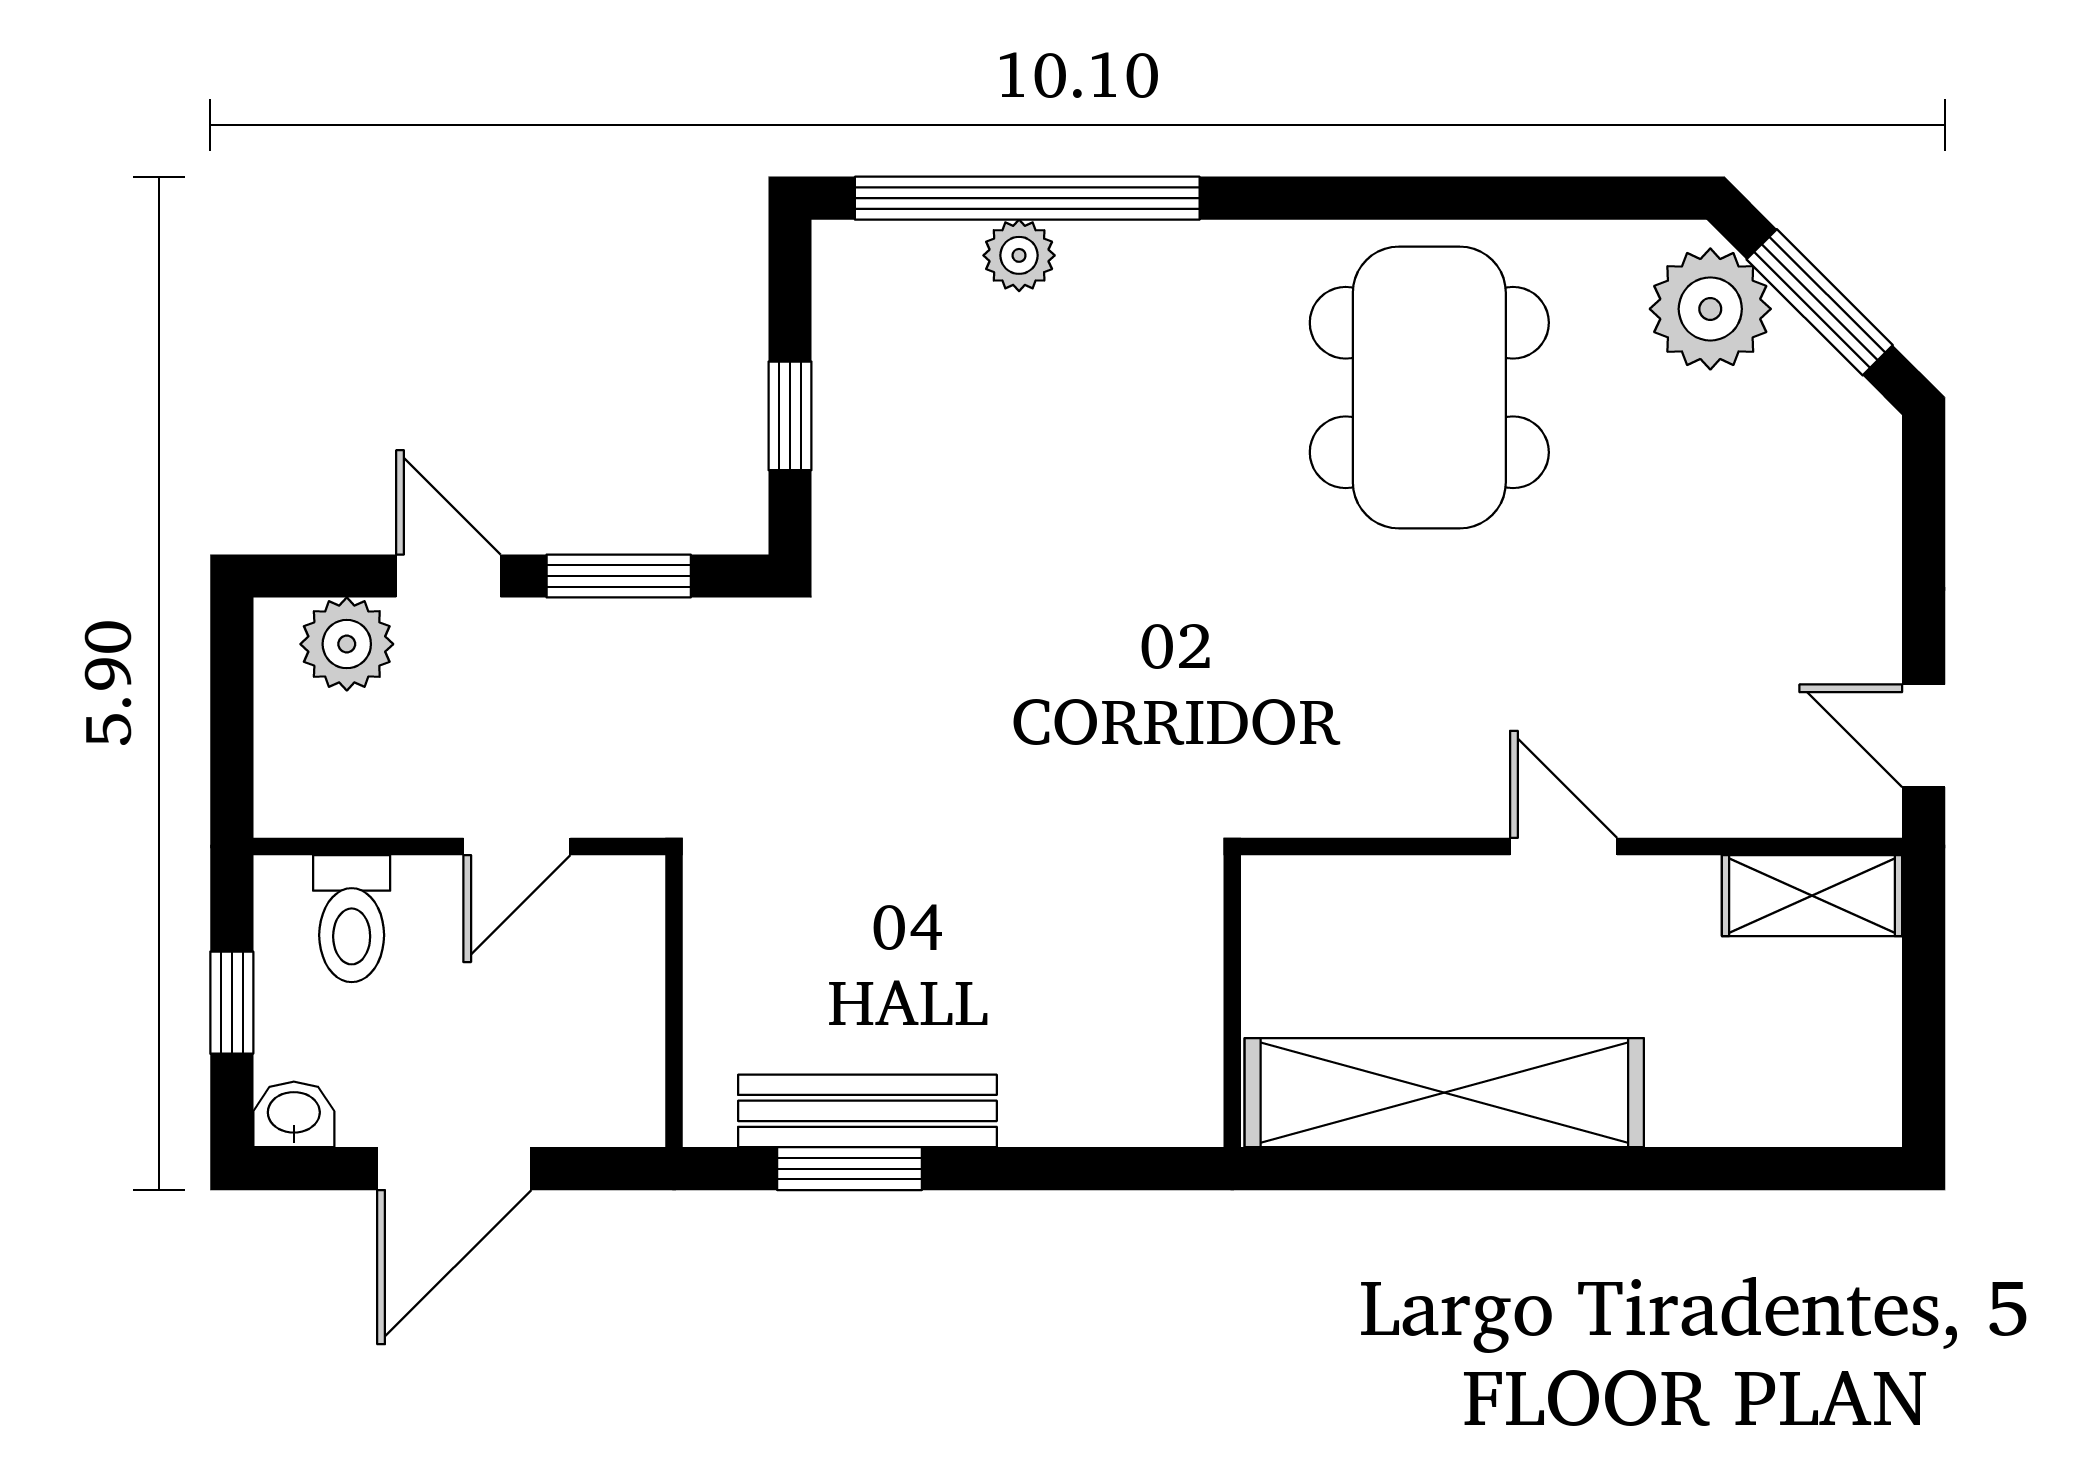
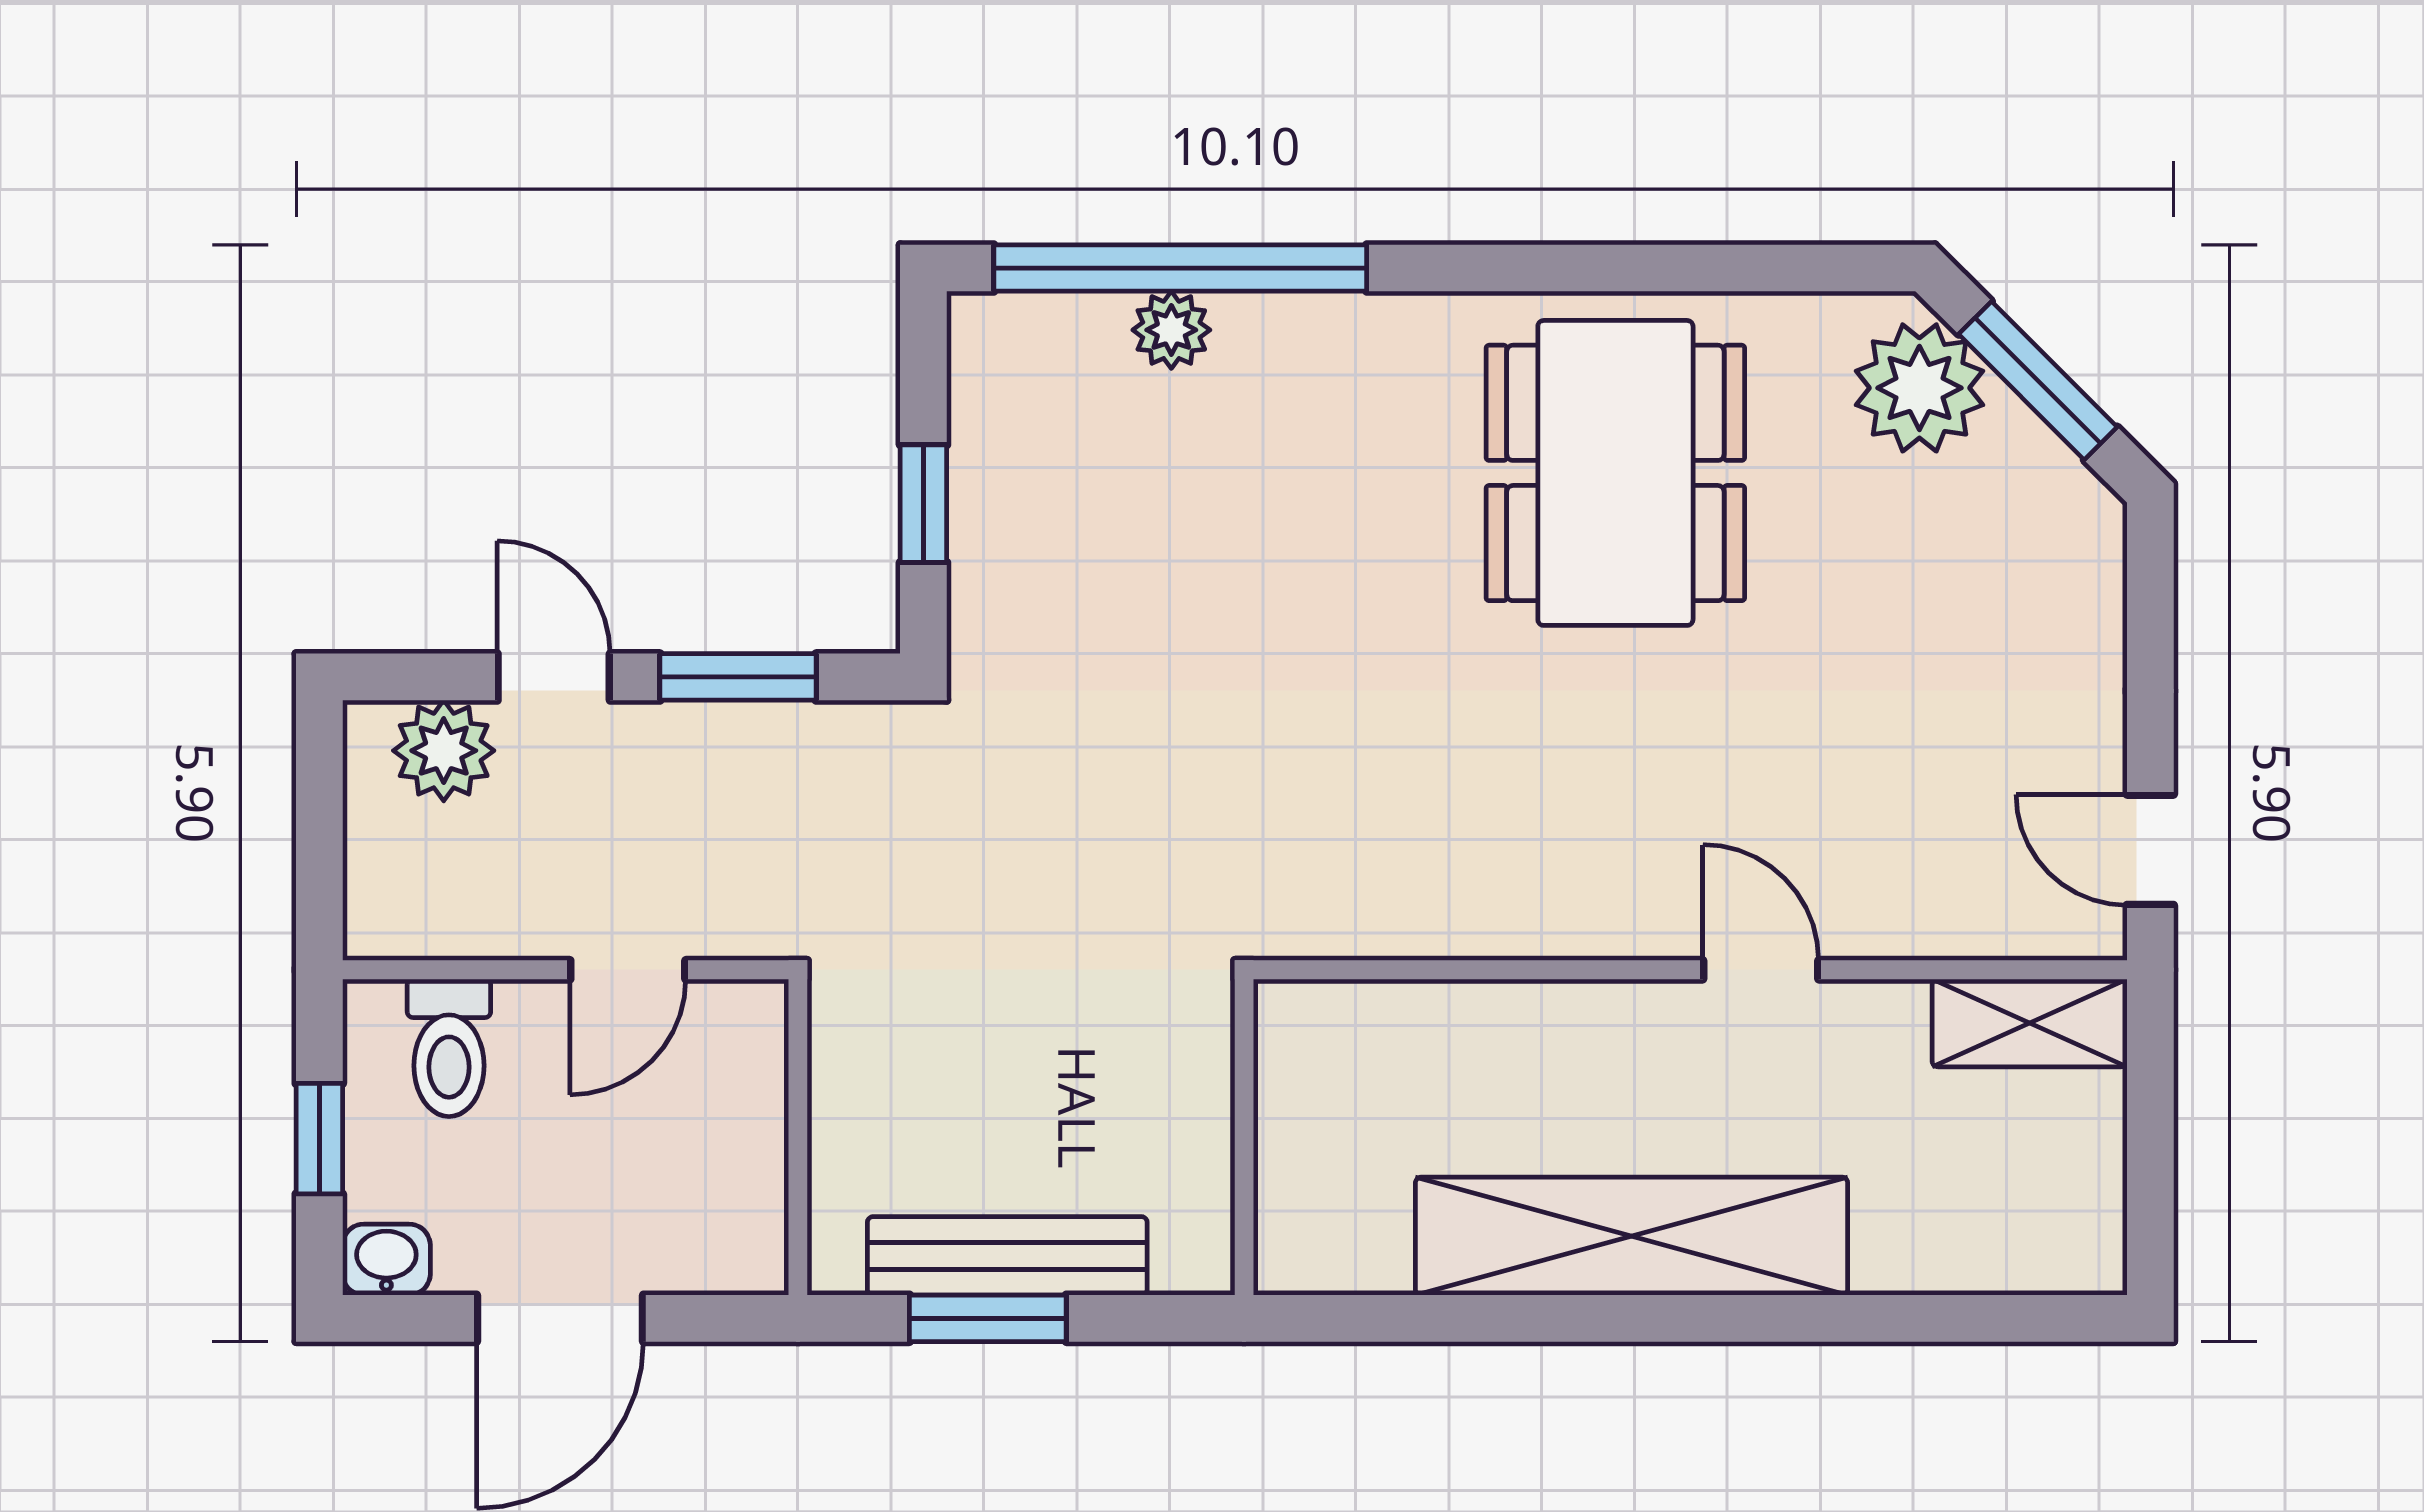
wall: (1232, 1001) -> (1244, 1137), moved

